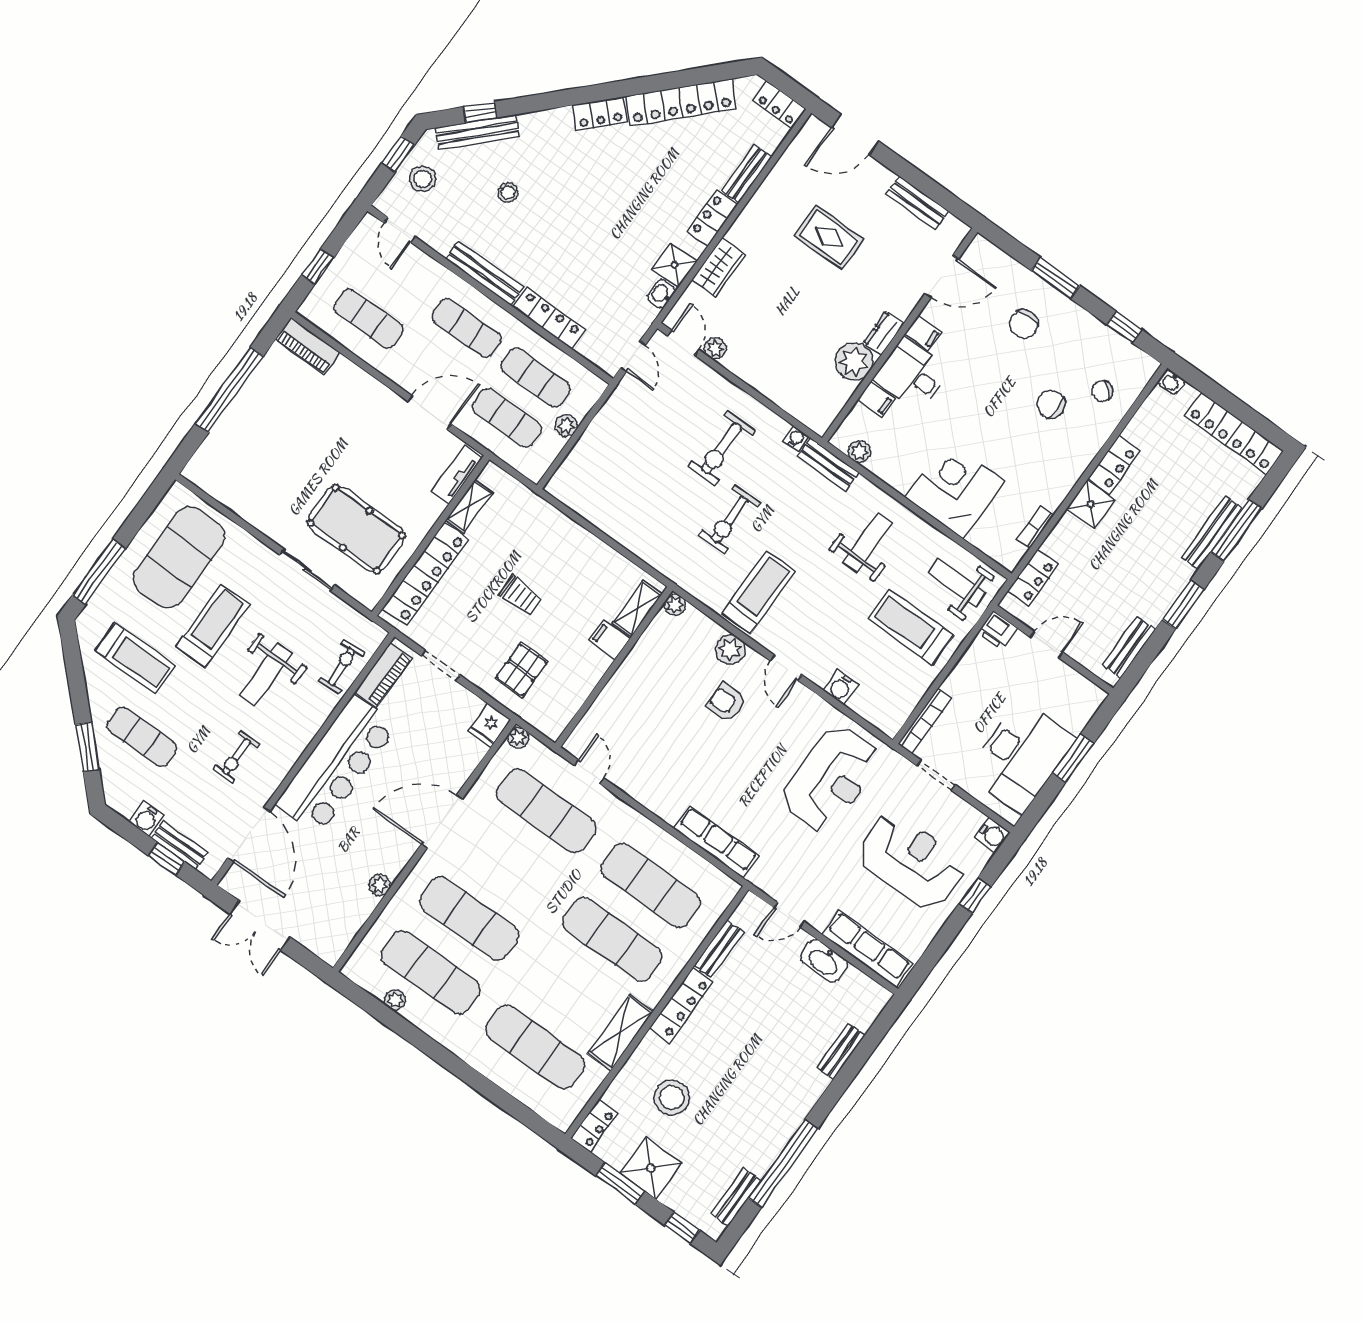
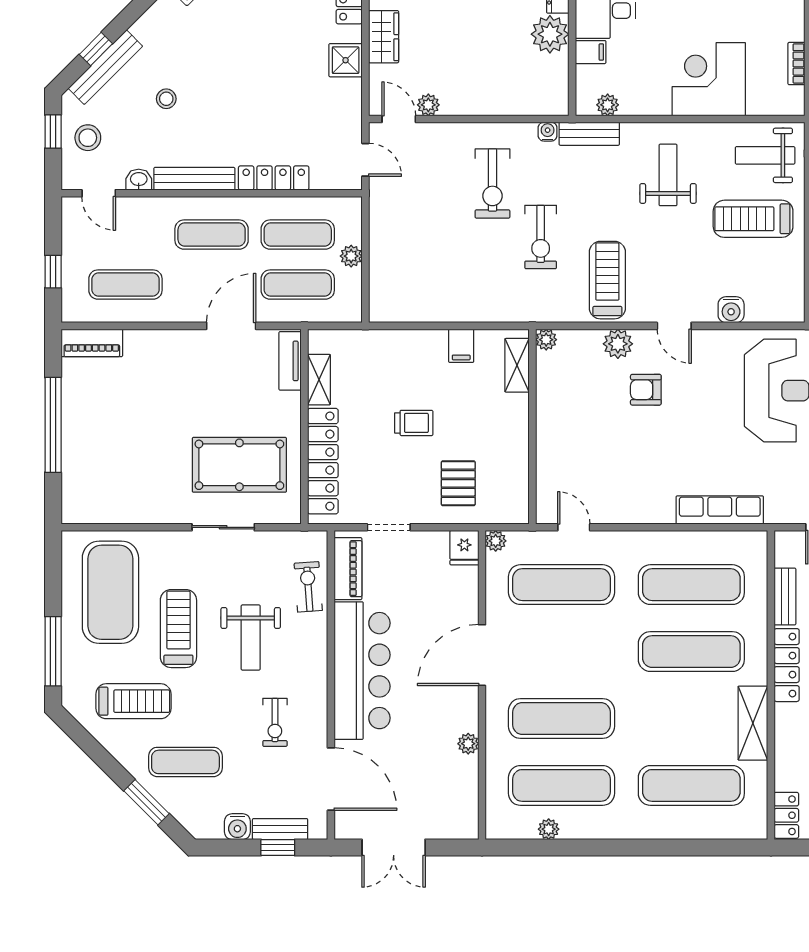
washbasin: (661, 294) -> (139, 180), moved, turned 90
filing cabinet: (609, 640) -> (461, 346), moved, turned -90

